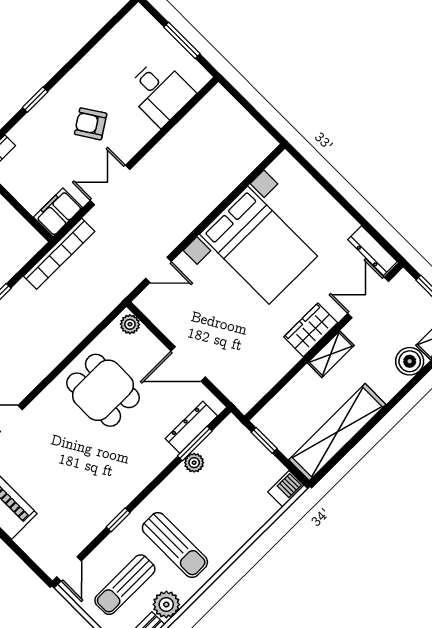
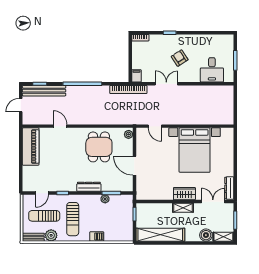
filing cabinet: (58, 212) -> (136, 76), width x0.50
dresser: (191, 427) -> (89, 187), moved
barbecue: (286, 489) -> (97, 236), moved
door: (69, 569) -> (42, 193), moved

